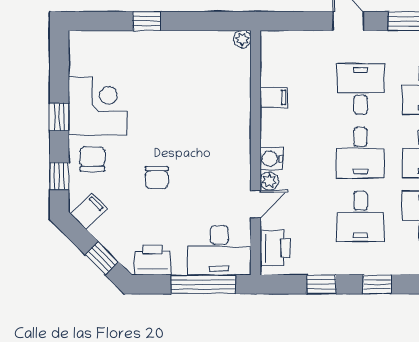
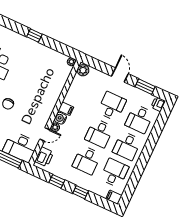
plant: (272, 45) -> (83, 70), added
filing cabinet: (274, 97) -> (66, 109), moved

